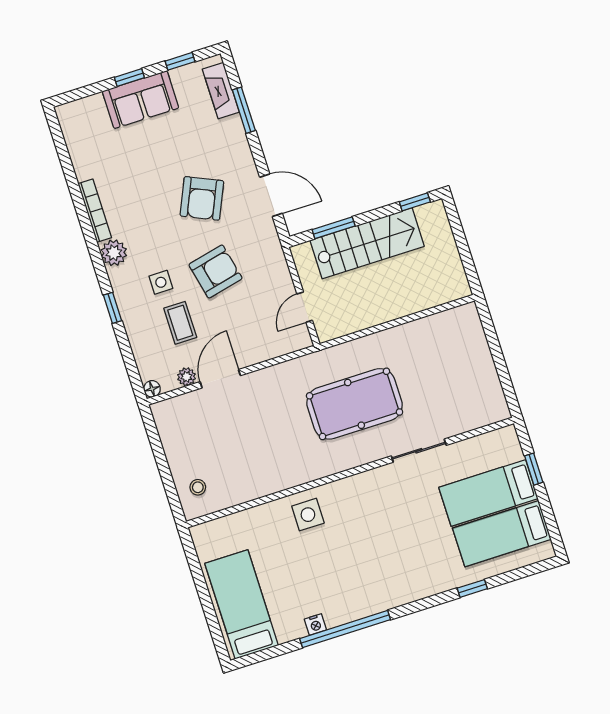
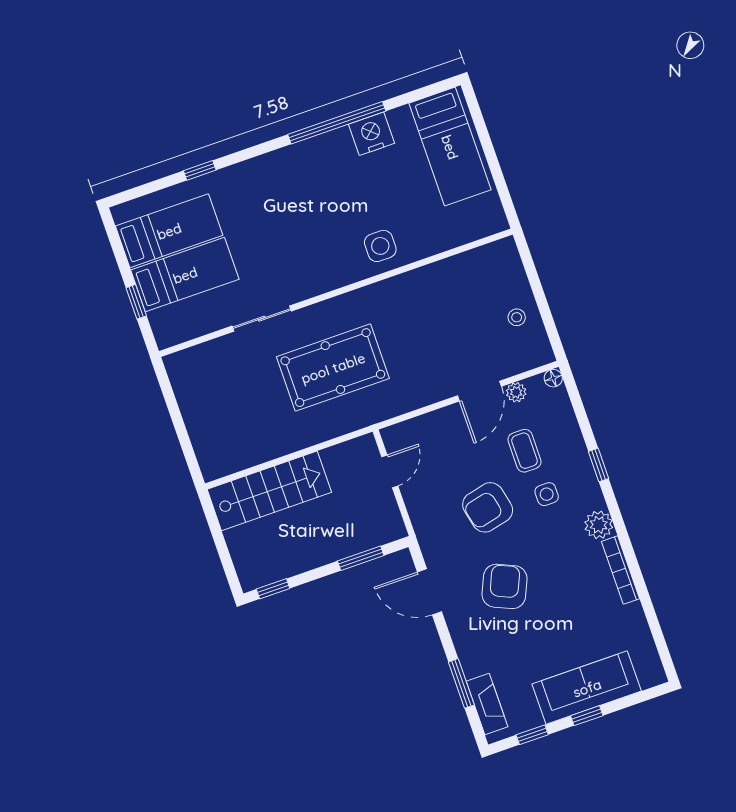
sofa: (141, 100) -> (587, 688), width x1.36
stairs: (367, 243) -> (269, 491), moved, turned 180
stool: (198, 487) -> (517, 317), moved
nightstand: (315, 624) -> (371, 134), width x1.89, depth x1.79

